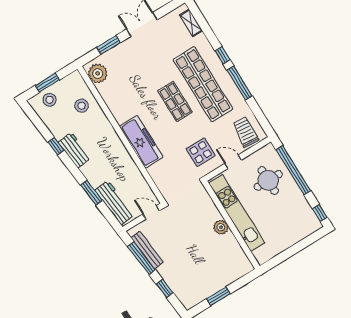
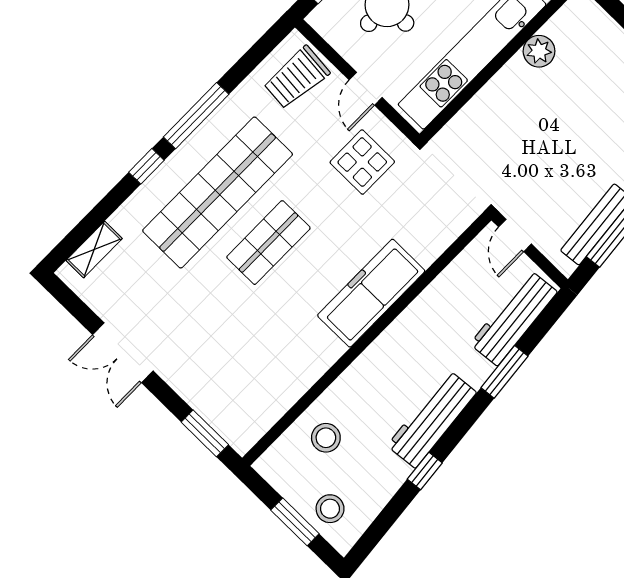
window: (109, 45) -> (205, 433), moved
plant: (98, 73) -> (249, 421), removed
workbench: (75, 150) -> (432, 419), width x1.37
plant: (221, 227) -> (539, 51), moved

